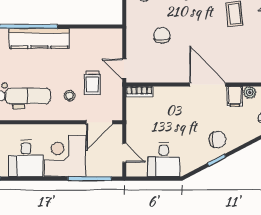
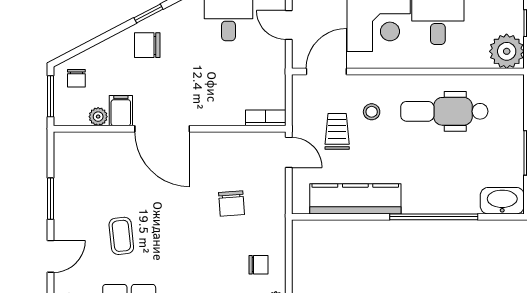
kitchen counter: (39, 38) -> (355, 199), moved

